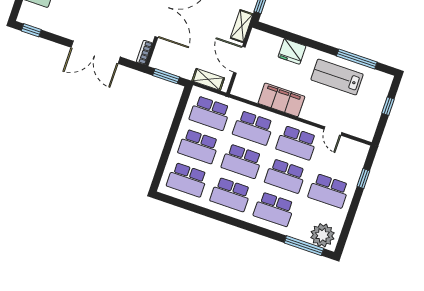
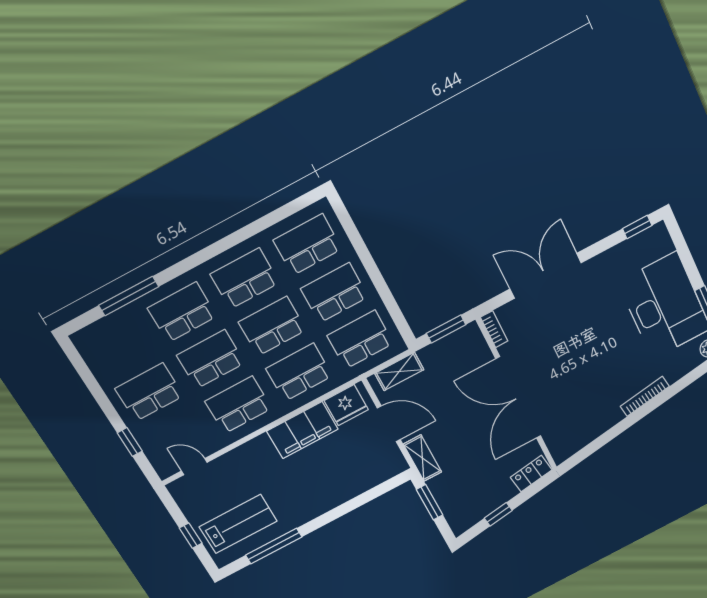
fridge: (292, 51) -> (346, 405), moved, turned 180
lab bench: (337, 77) -> (238, 524), moved
door: (333, 131) -> (194, 467), moved
plant: (322, 235) -> (101, 340), removed
window: (304, 246) -> (129, 296), moved

